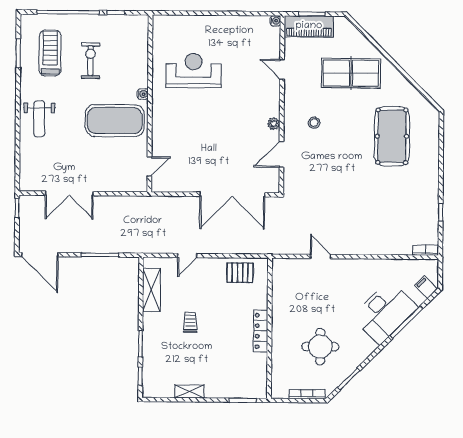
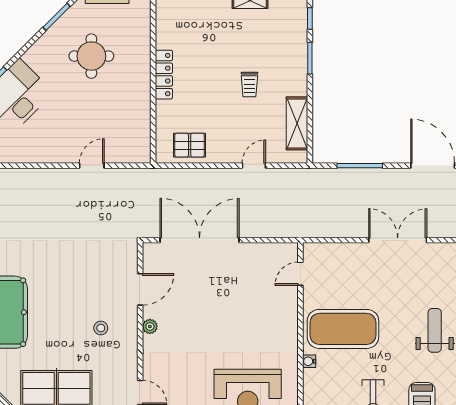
door: (321, 256) -> (92, 166), swing flipped

